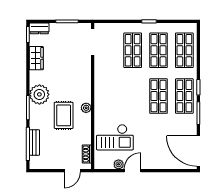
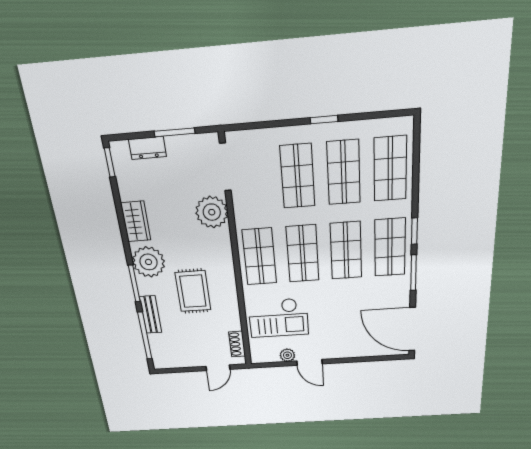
dresser: (39, 28) -> (148, 148), moved
wardrobe: (36, 58) -> (136, 221), moved
shop shelf: (107, 96) -> (259, 257), added
shop shelf: (133, 96) -> (303, 254), added
plant: (86, 108) -> (212, 212), moved, width x1.87, depth x1.87
bench: (34, 142) -> (151, 315), moved
door: (133, 171) -> (309, 362), swing flipped

